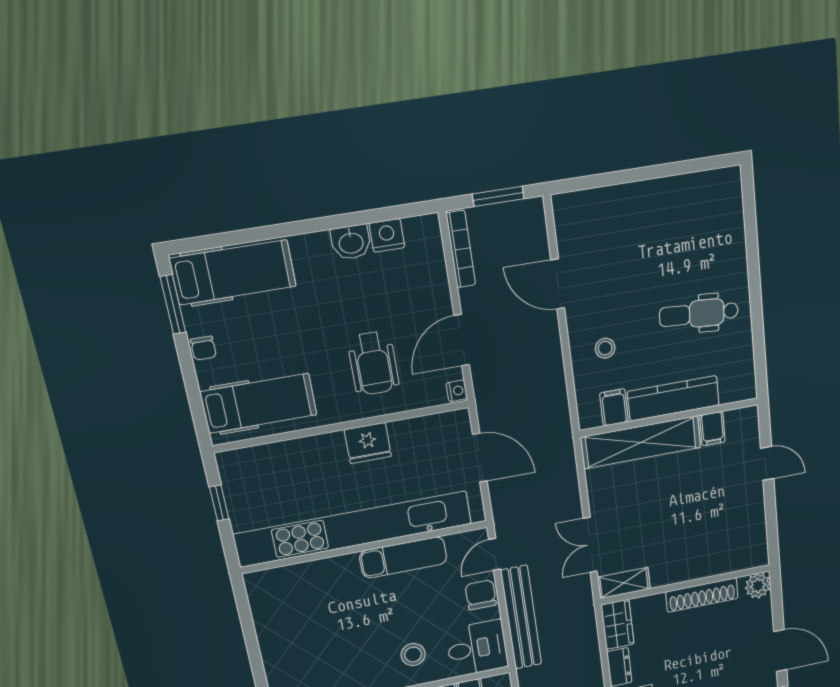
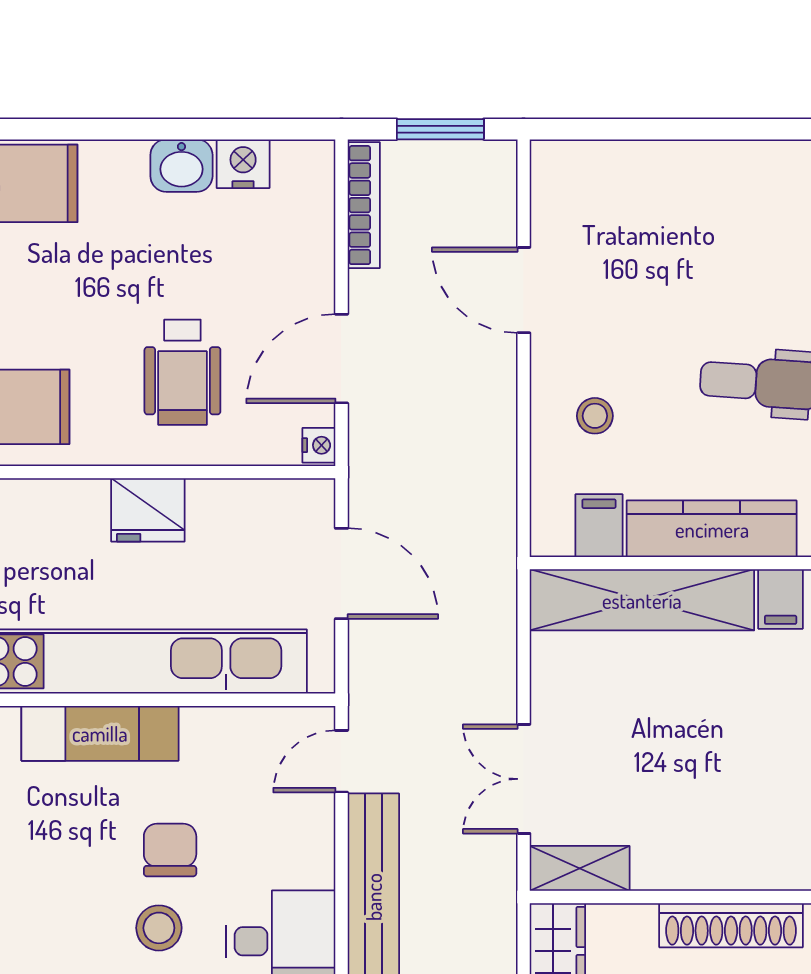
exam couch: (403, 557) -> (100, 733), moved
chair: (481, 595) -> (170, 850), moved

